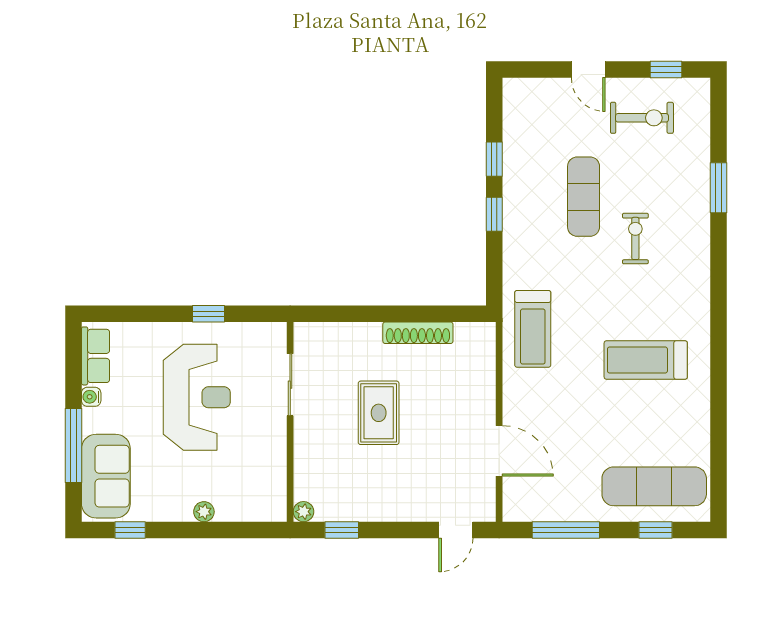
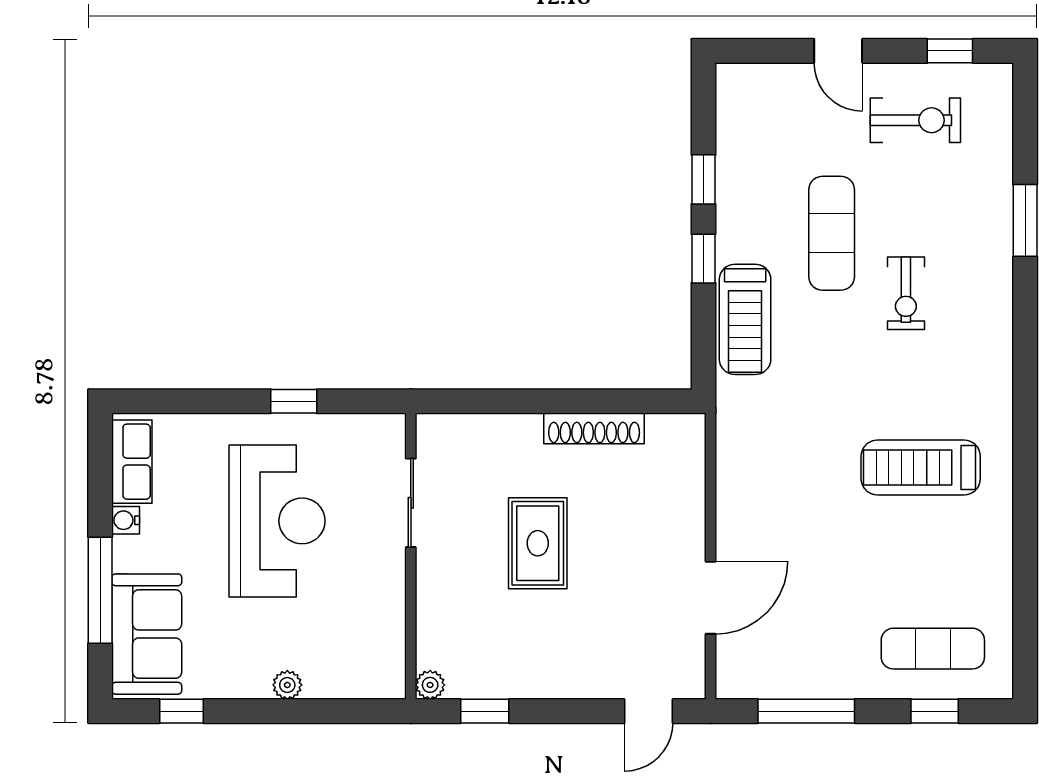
exercise bike: (635, 238) -> (906, 293), turned 180
treadmill: (533, 329) -> (745, 319), moved
door: (499, 451) -> (711, 598), hinge flipped
exercise mat: (654, 486) -> (933, 649), width x0.73, depth x0.69

